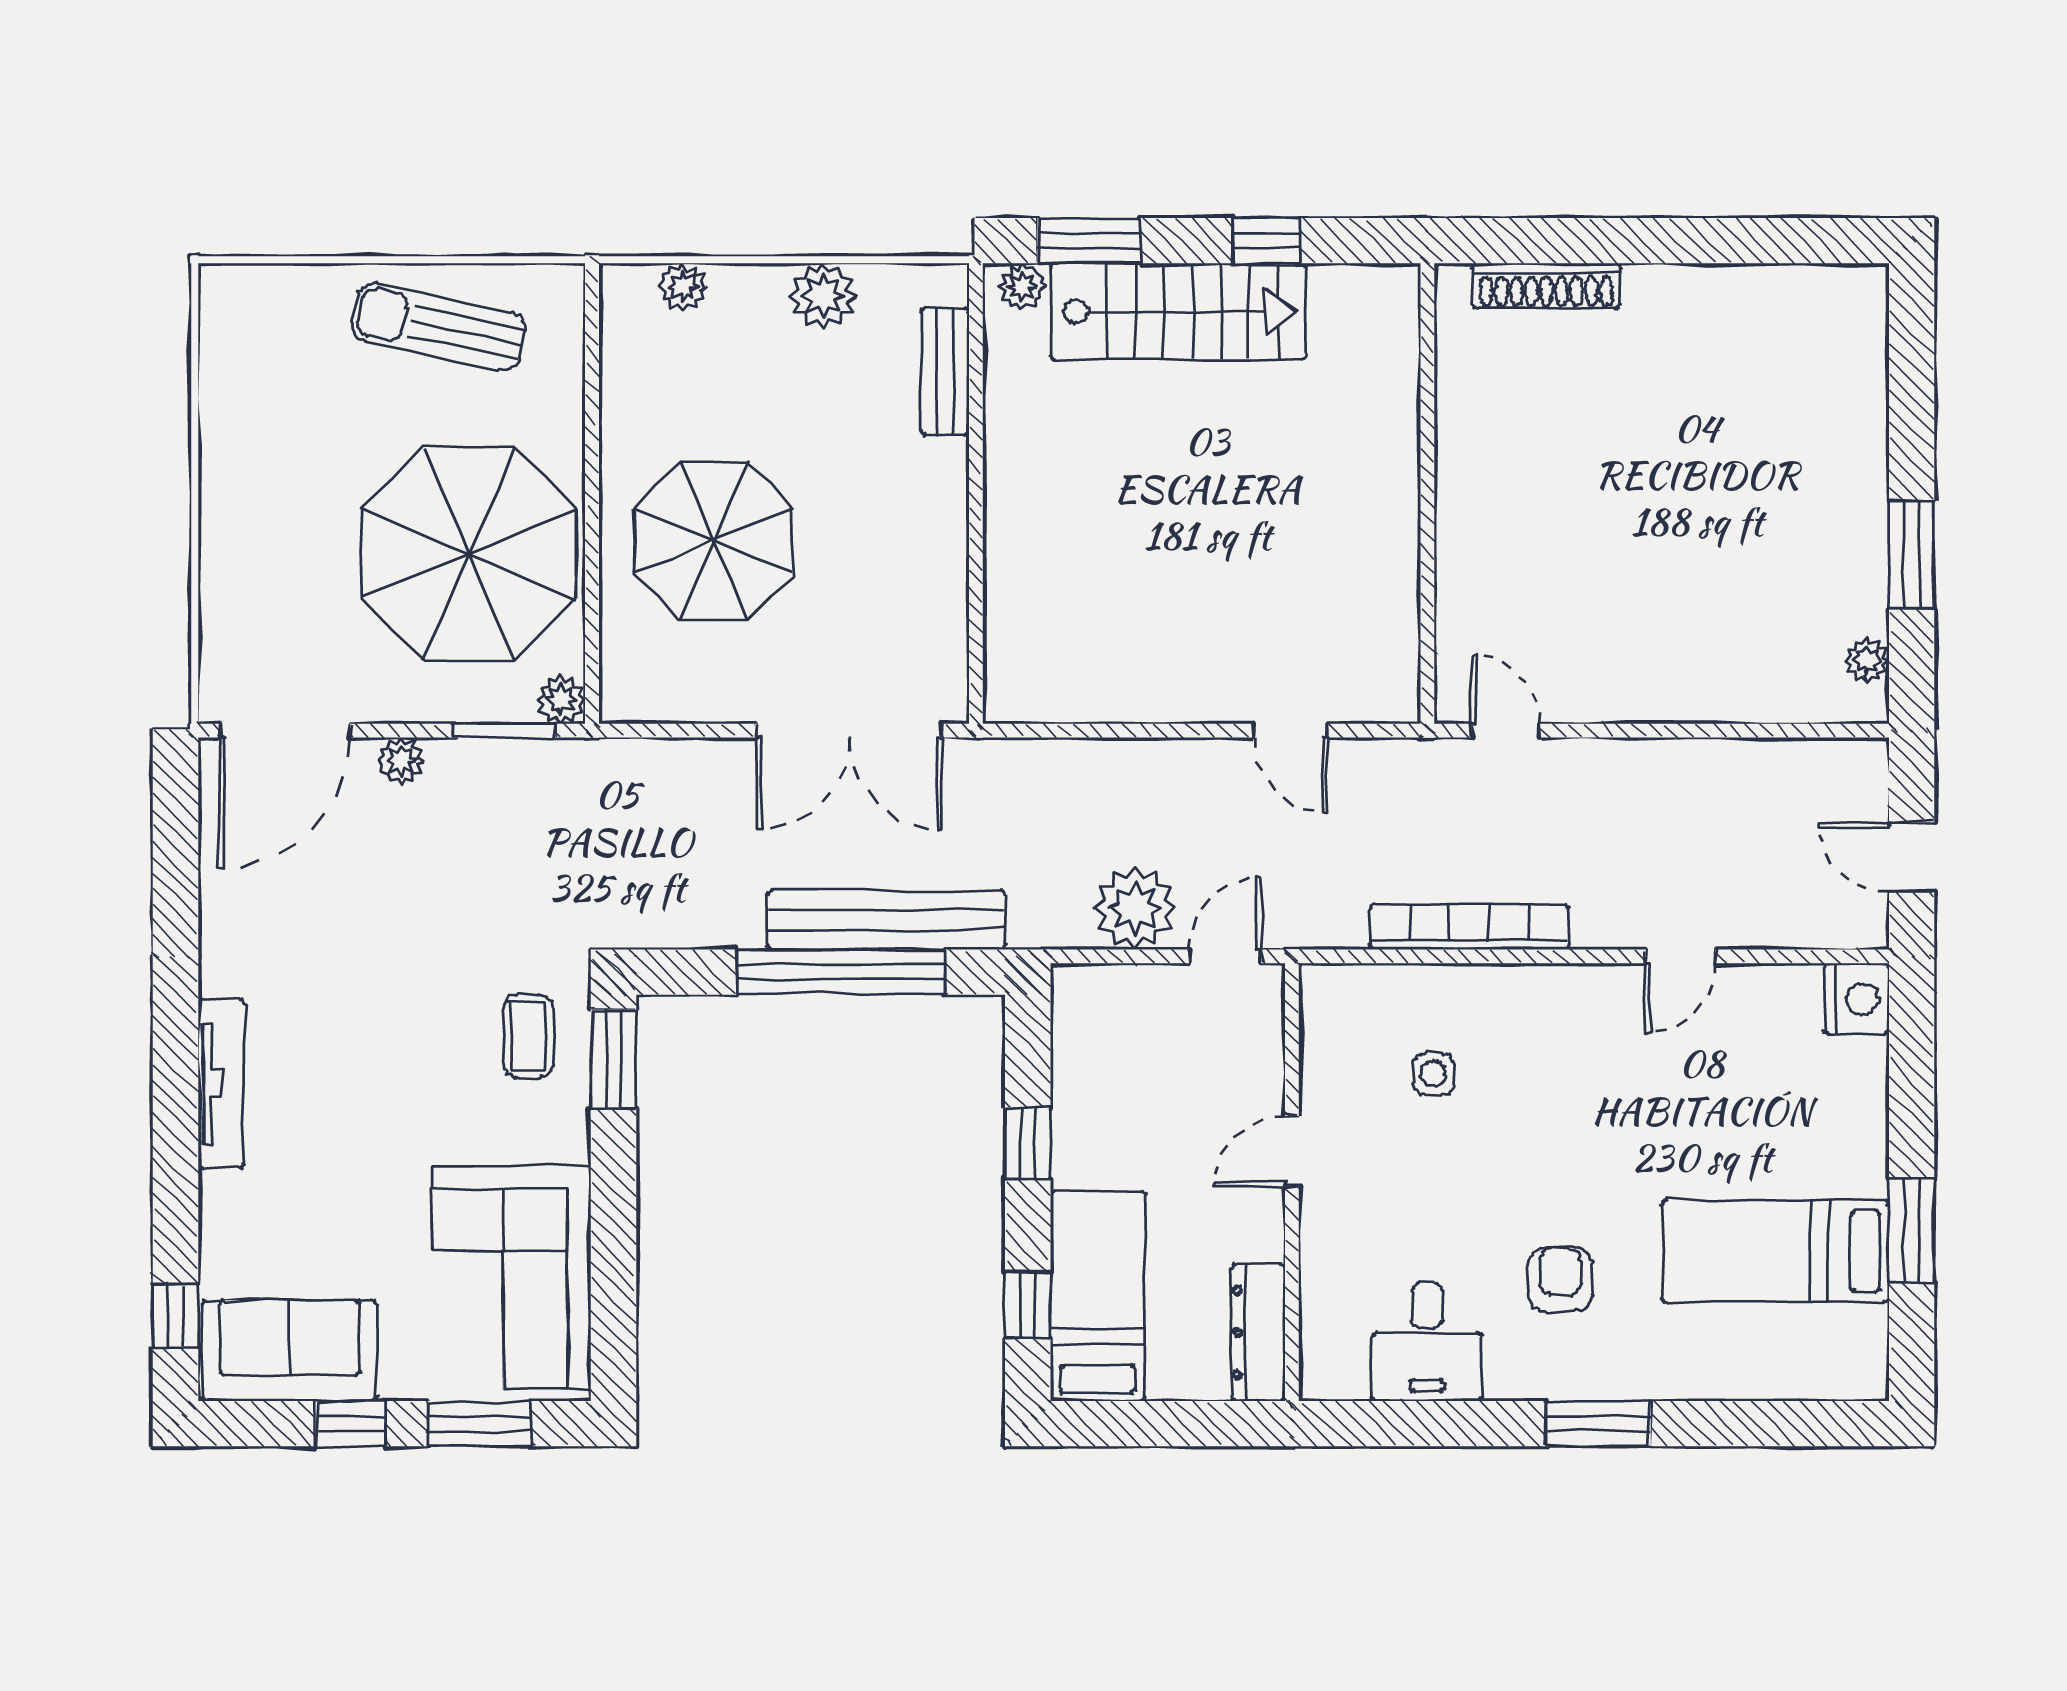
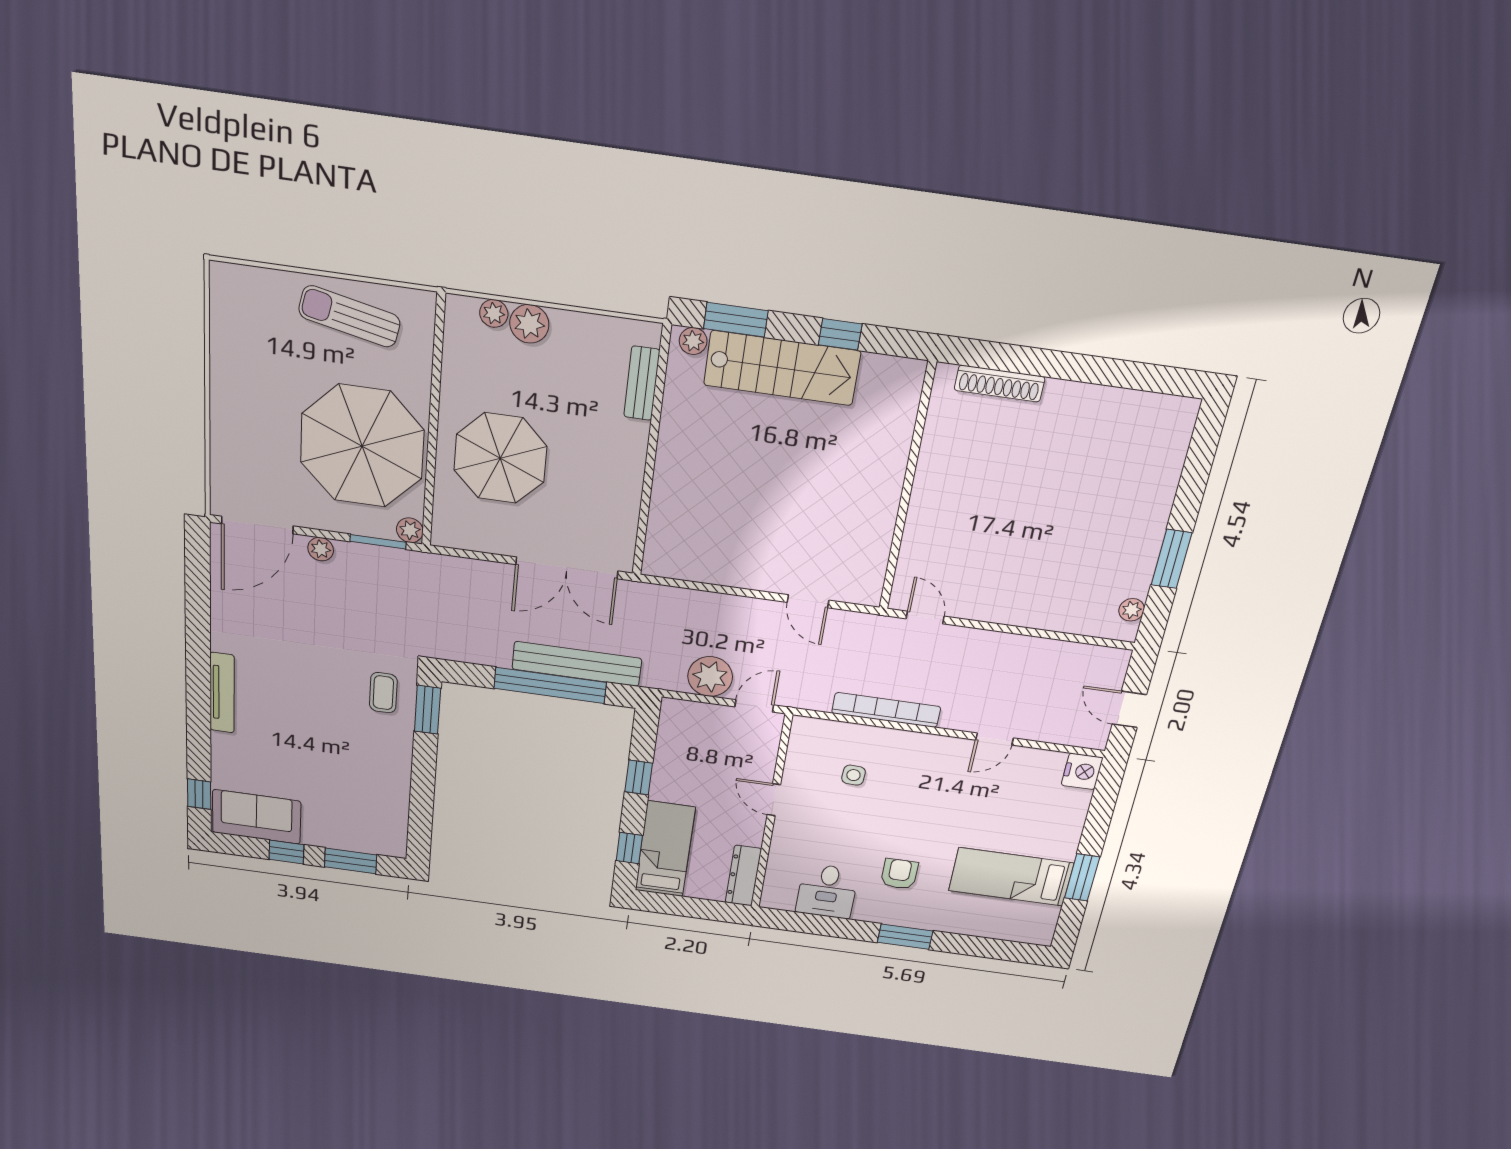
plant: (823, 296) -> (529, 324), moved
door: (1292, 1151) -> (774, 800), hinge flipped
corner sofa: (511, 1277) -> (369, 801), removed

